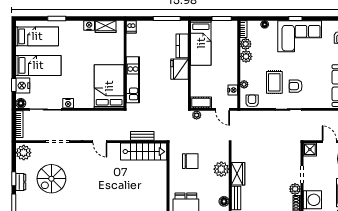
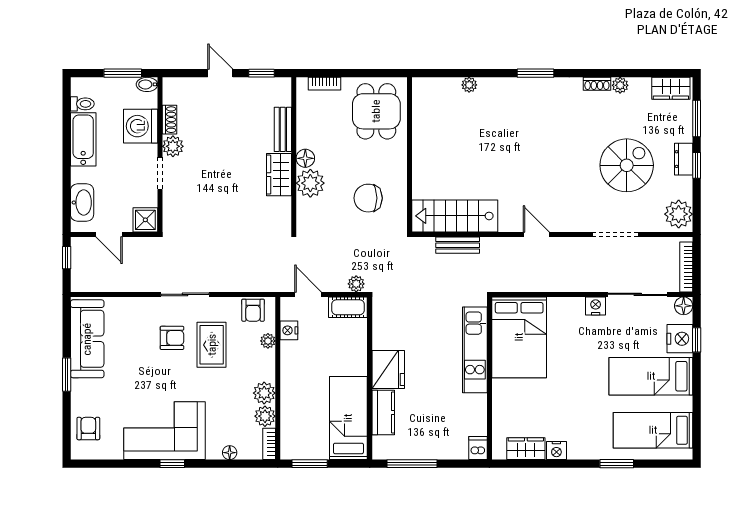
floor lamp: (224, 201) -> (305, 158), moved

